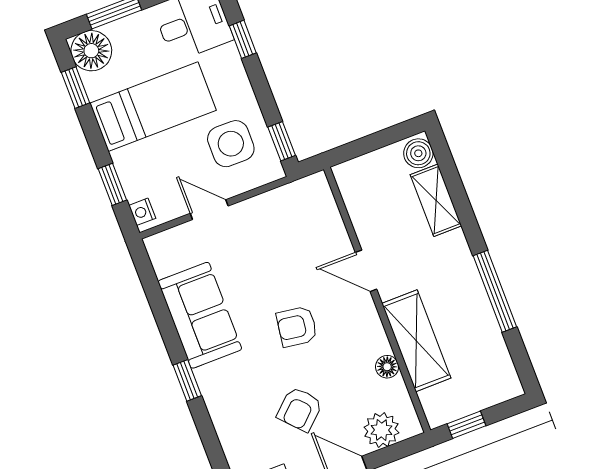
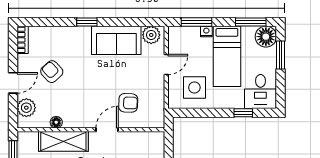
window: (75, 88) -> (251, 22), width x1.50
window: (282, 141) -> (186, 113), removed
window: (112, 184) -> (197, 22), width x1.50
nightstand: (142, 212) -> (206, 31), moved
plant: (167, 257) -> (151, 35), added
armchair: (297, 327) -> (128, 103), moved, turned 84

